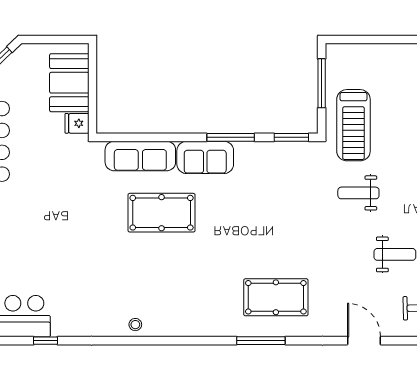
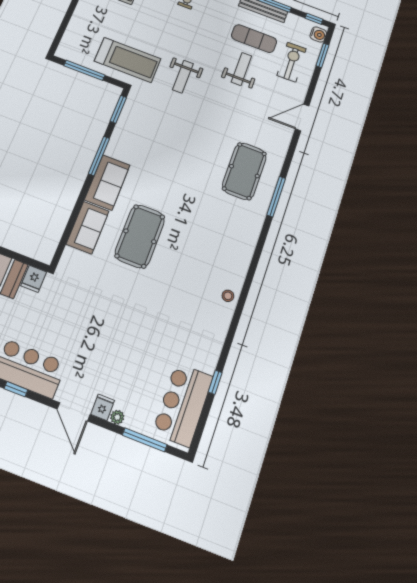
sofa: (140, 156) -> (88, 228), width x0.73

